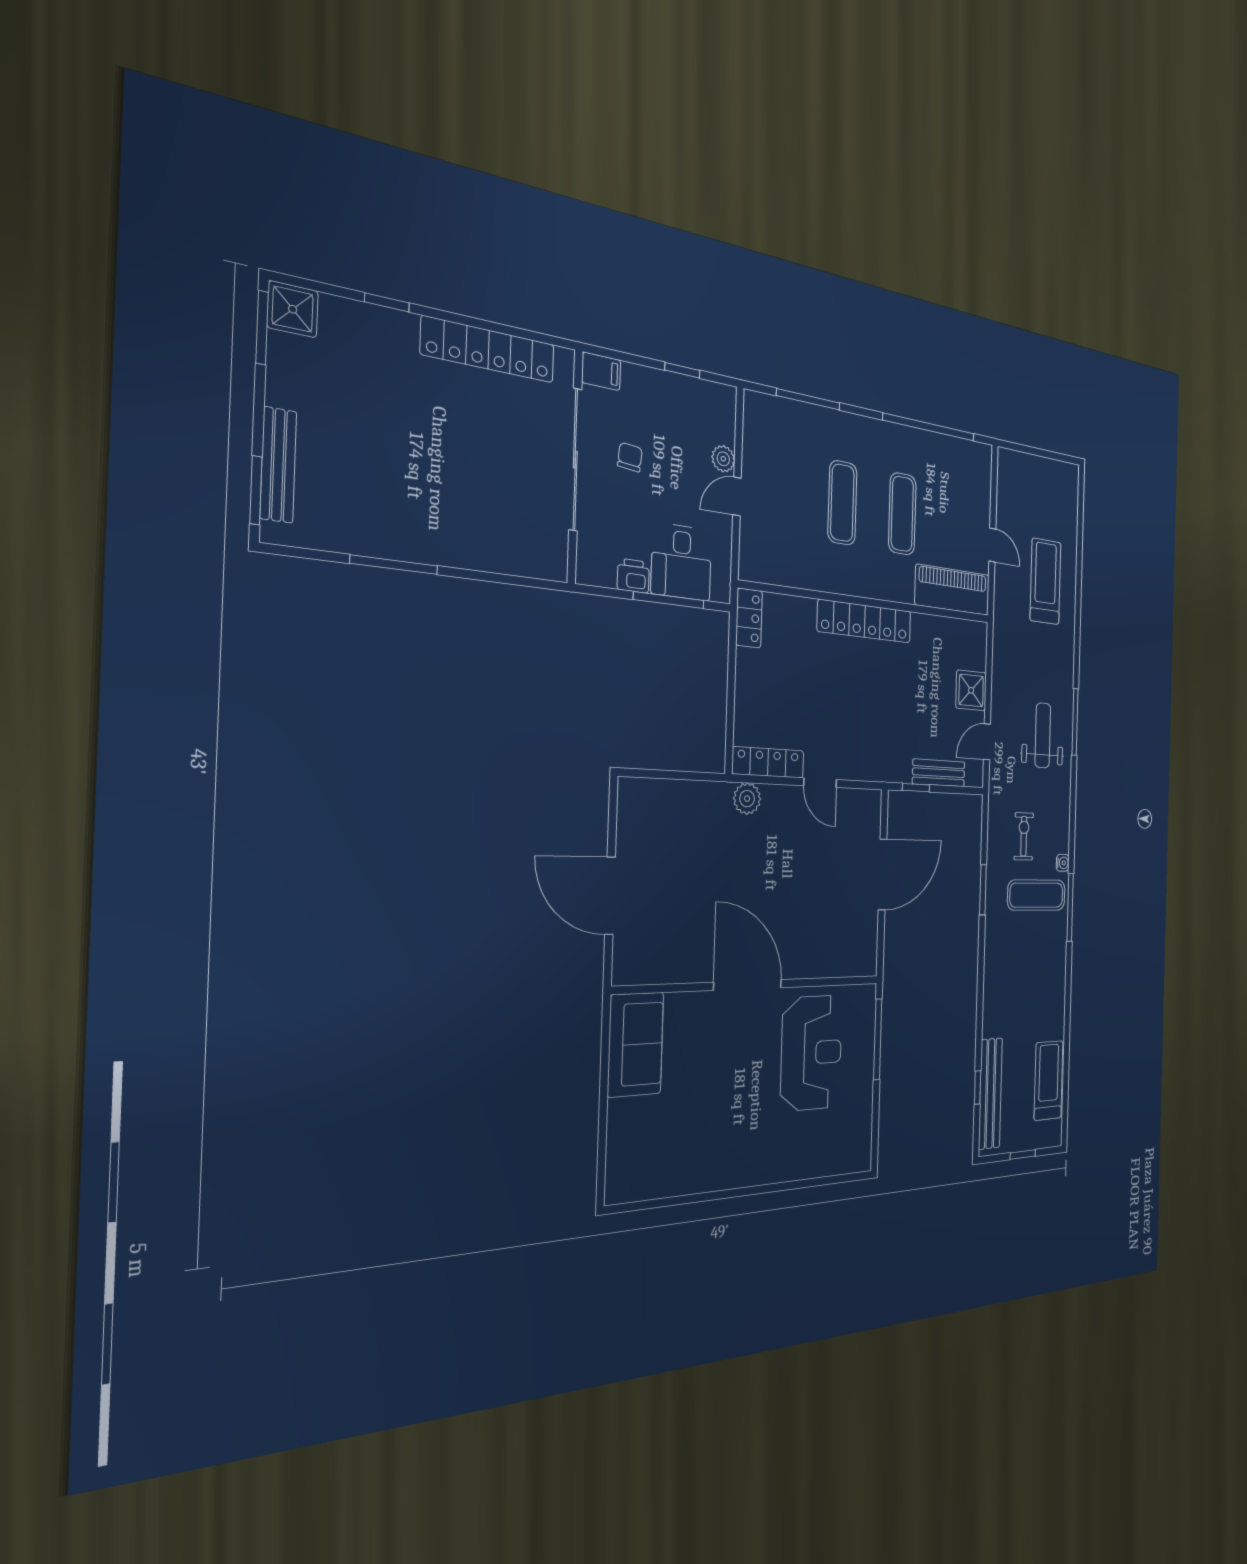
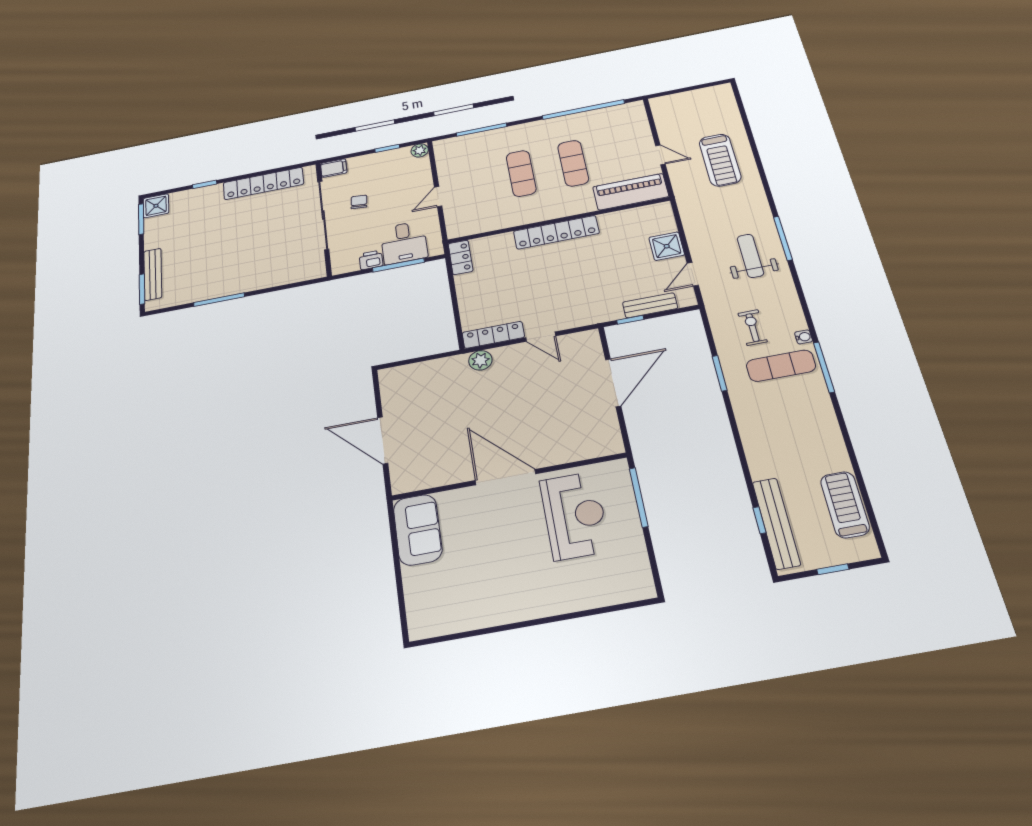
plant: (723, 459) -> (420, 150), moved
treadmill: (1045, 581) -> (720, 160), turned 180

